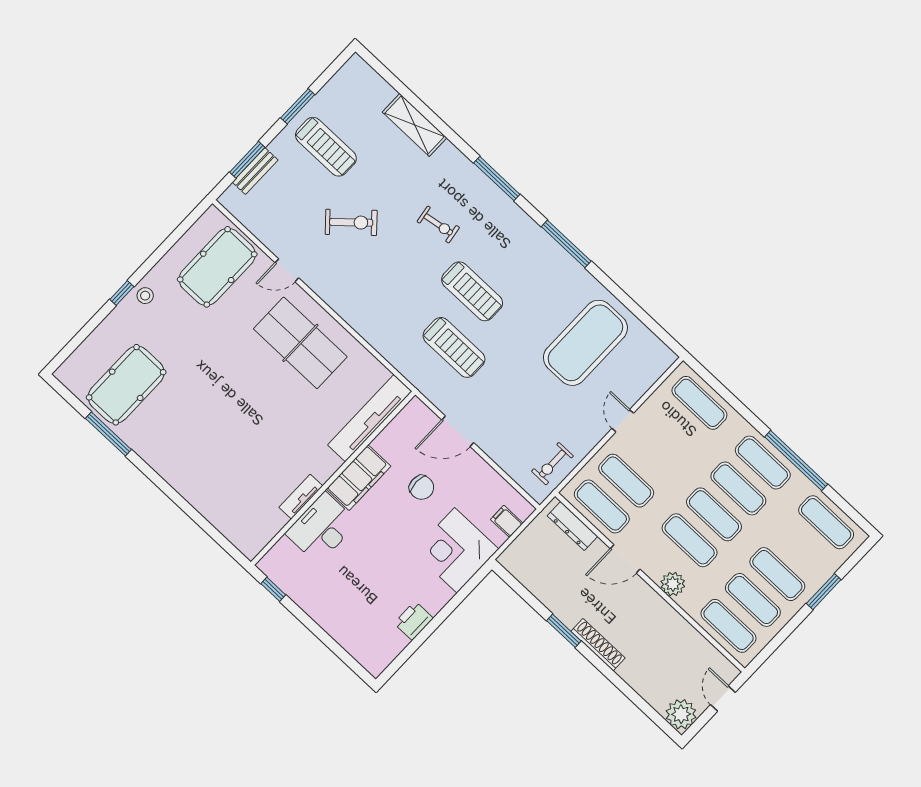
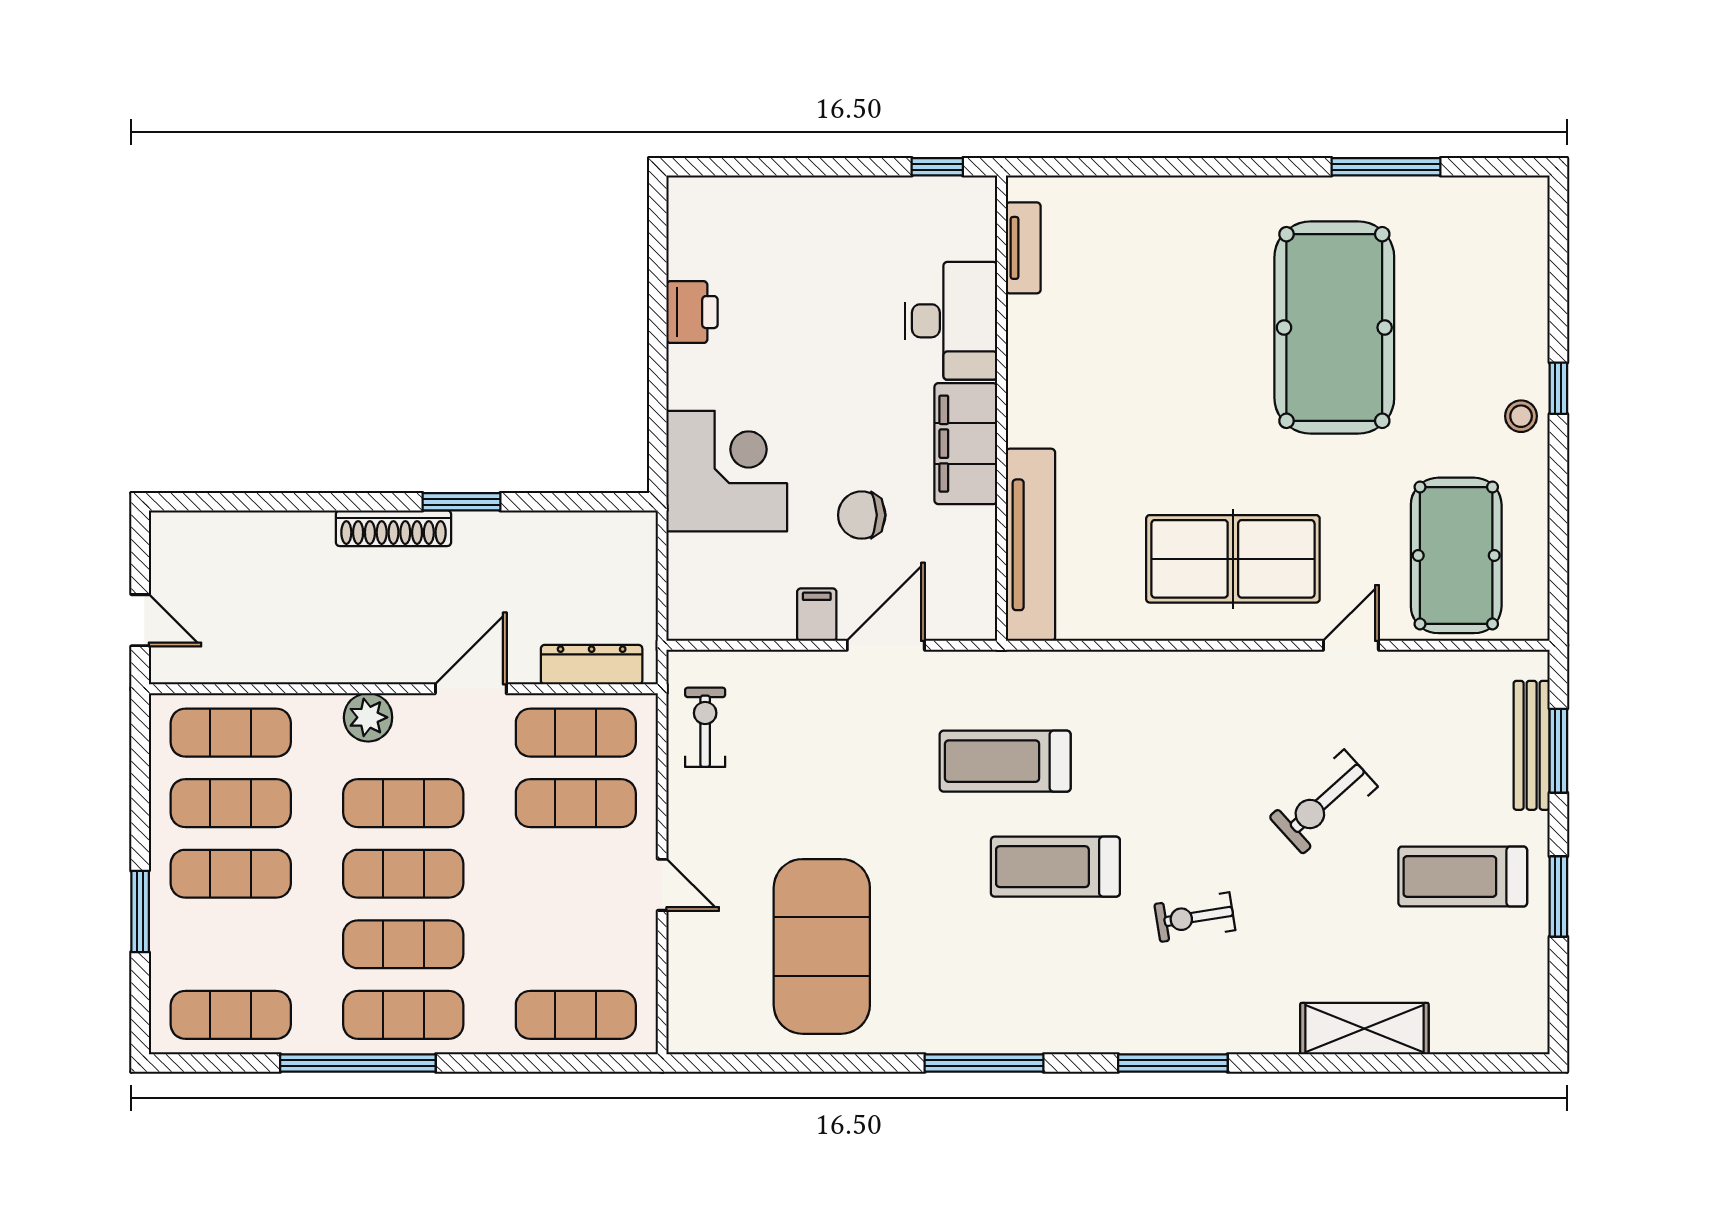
bench: (255, 171) -> (1532, 745), width x1.36
pool table: (126, 385) -> (1334, 327), moved, width x1.36, depth x1.32
tv unit: (301, 497) -> (1023, 248), moved
filing cabinet: (507, 521) -> (817, 615), moved, turned -90
plant: (681, 714) -> (179, 541), removed

